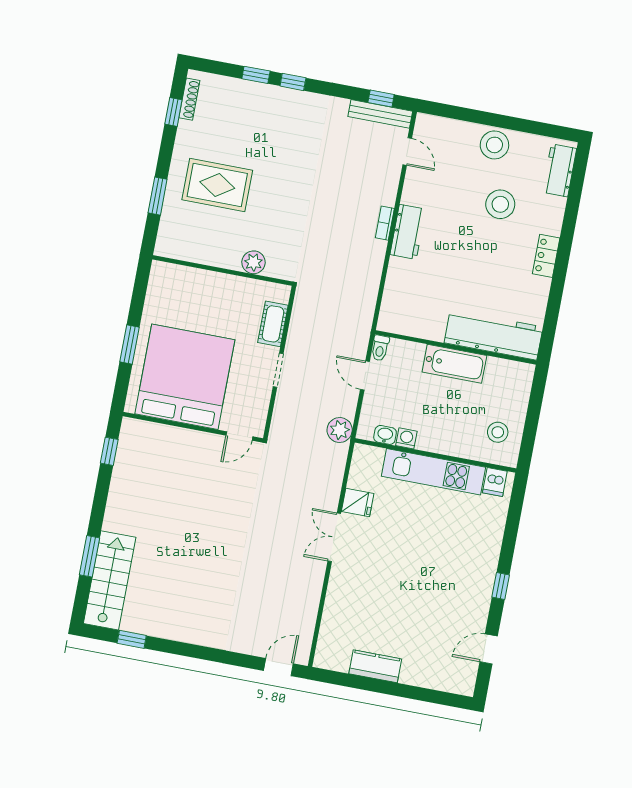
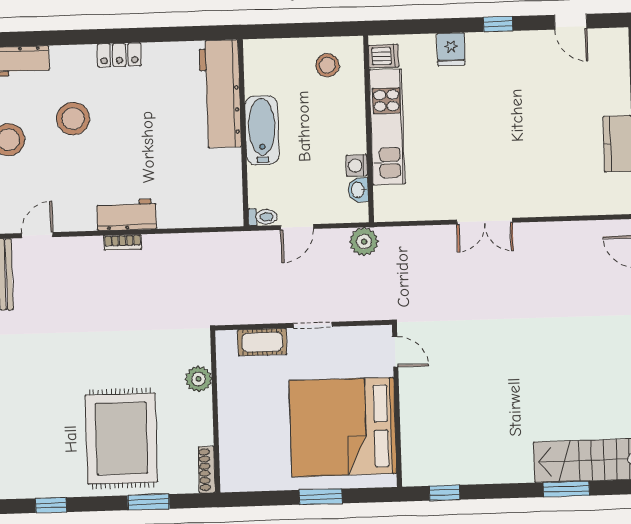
shoe rack: (189, 99) -> (207, 470), moved, turned -90
rug: (217, 185) -> (121, 438), width x1.37, depth x1.44
fridge: (358, 503) -> (451, 49), moved, turned 180

